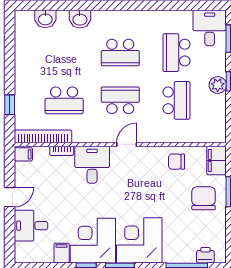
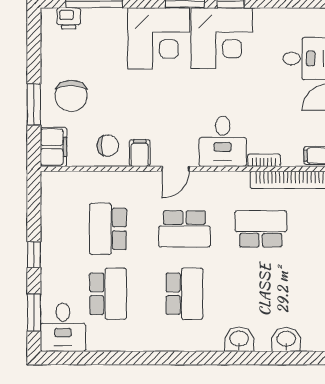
school desk: (120, 53) -> (184, 294), turned 90
plant: (218, 85) -> (52, 250), removed
filing cabinet: (62, 253) -> (140, 153), moved, turned 180

